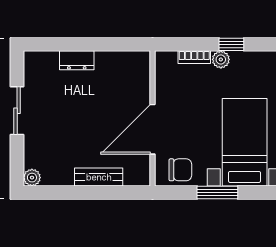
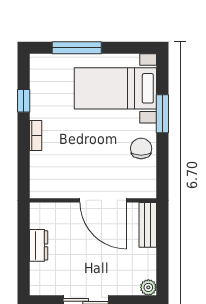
plant: (221, 59) -> (38, 111), removed
wall: (152, 118) -> (93, 200), moved
door: (152, 129) -> (103, 200), moved

